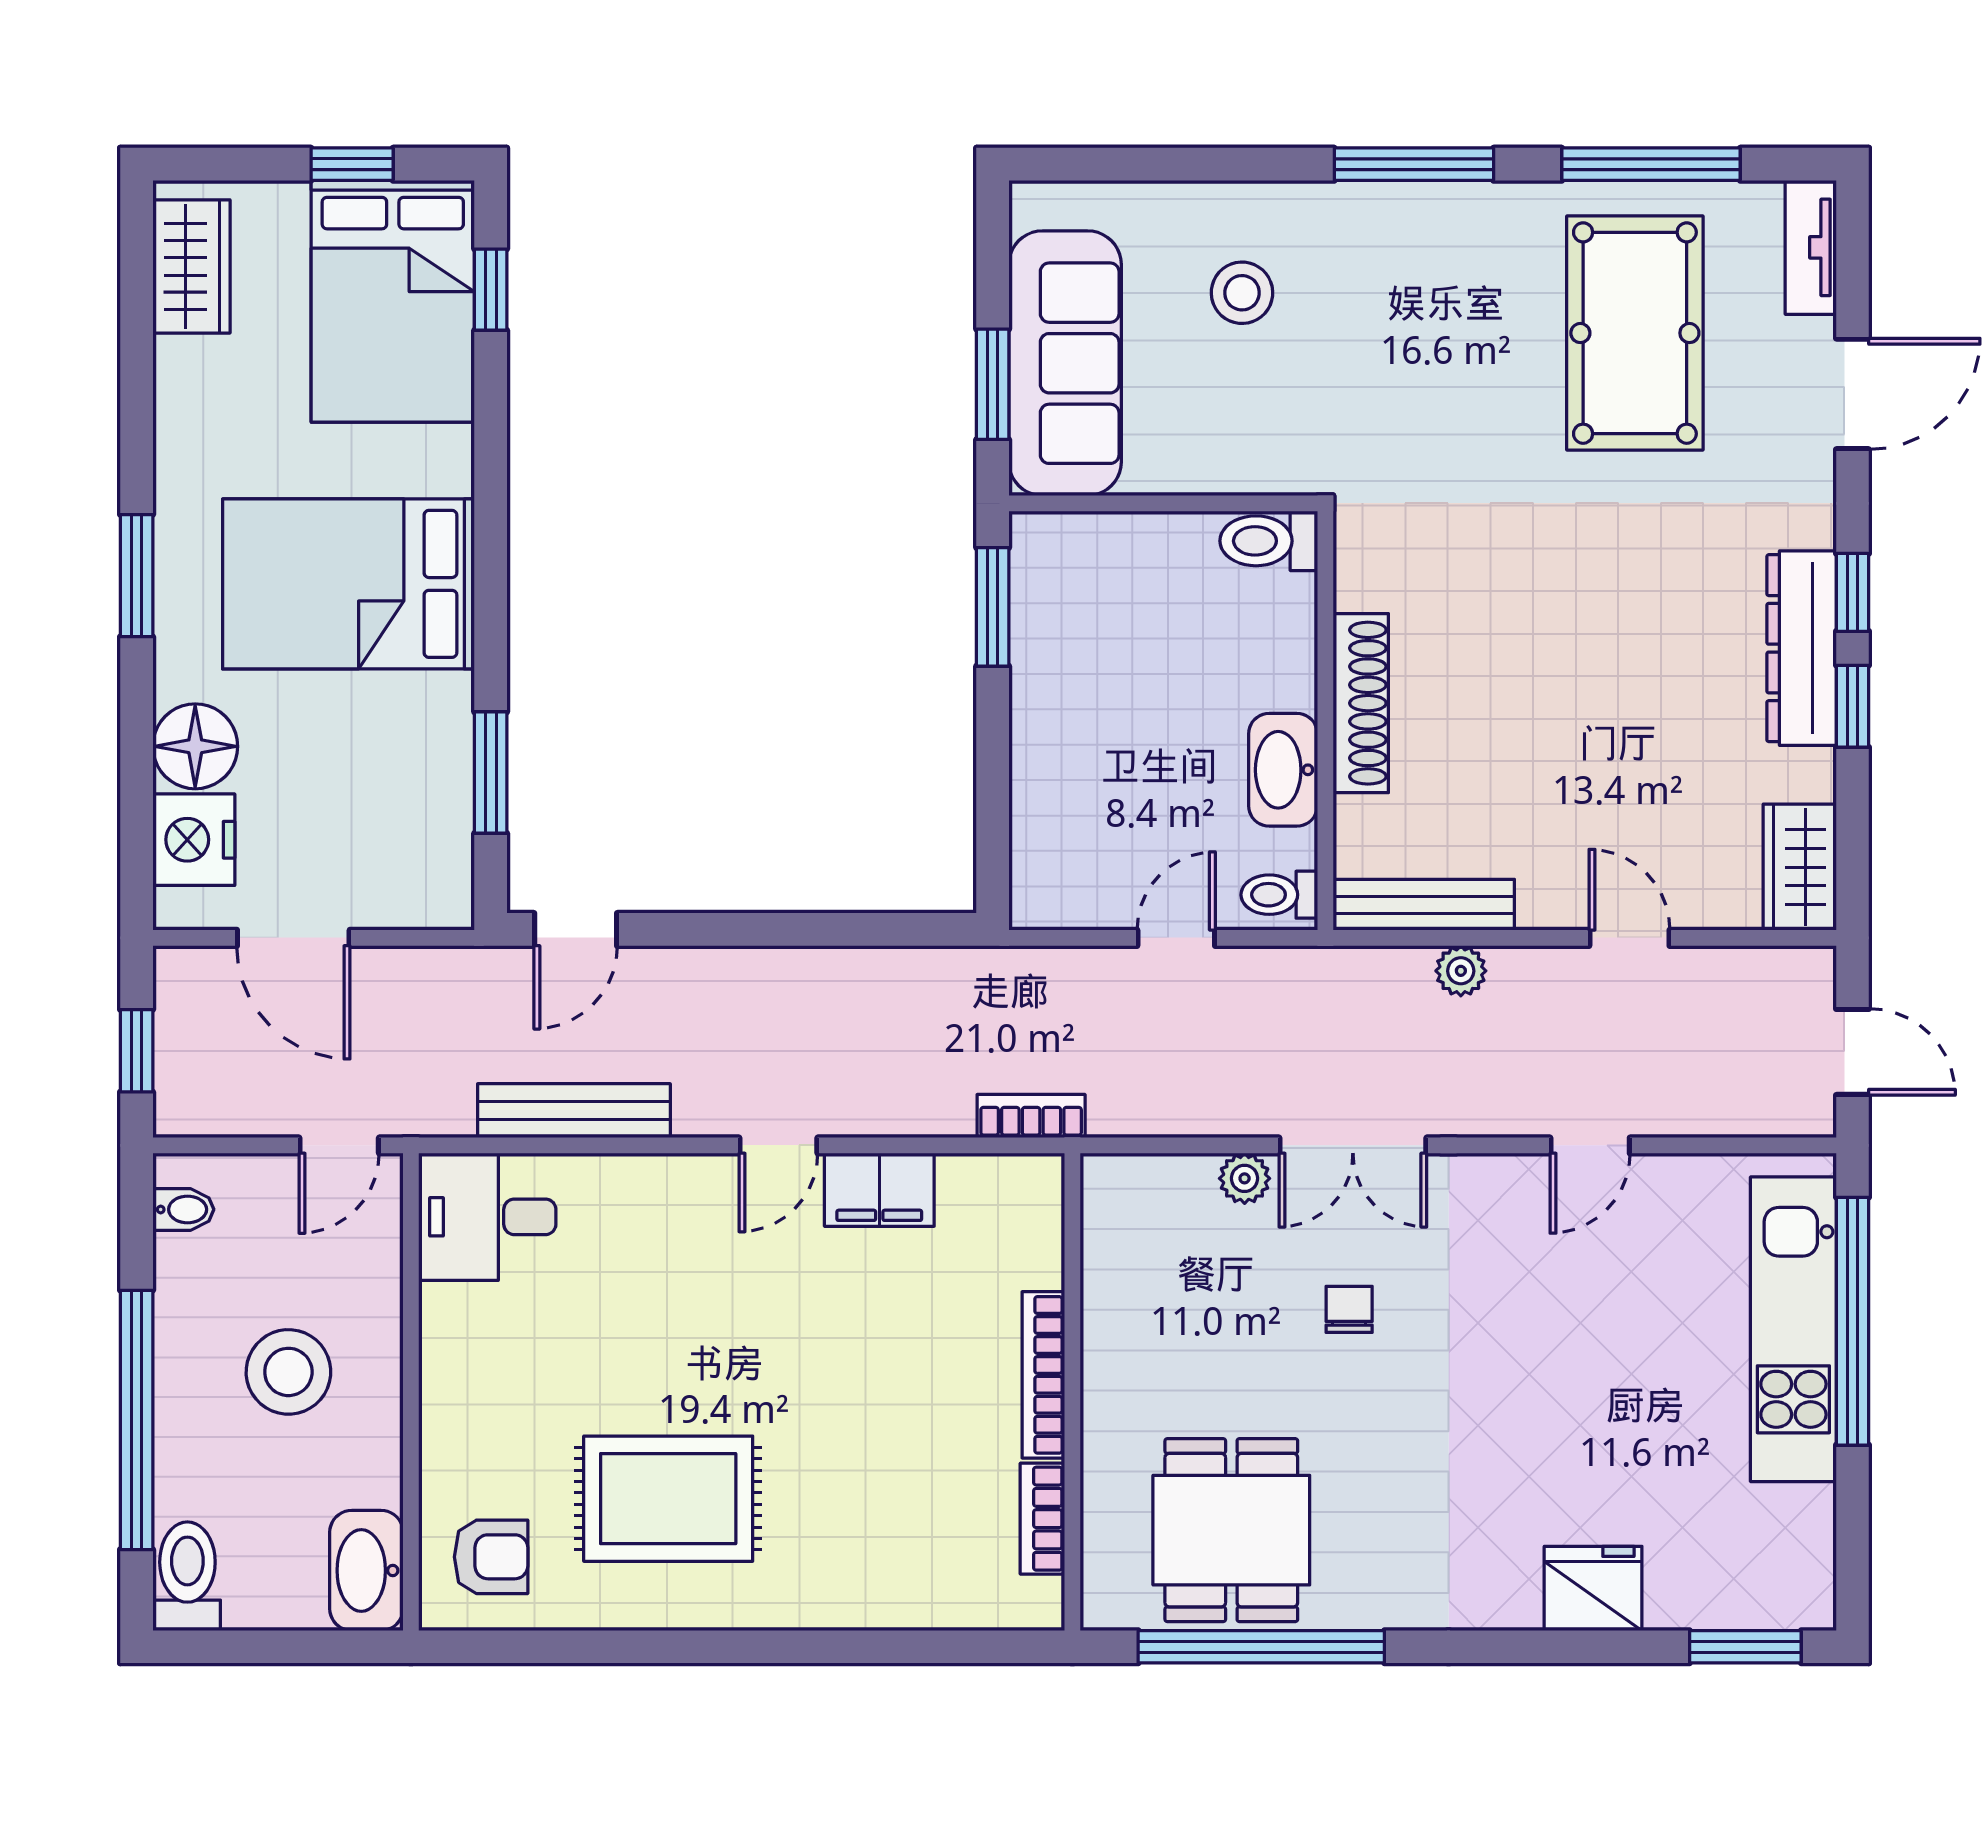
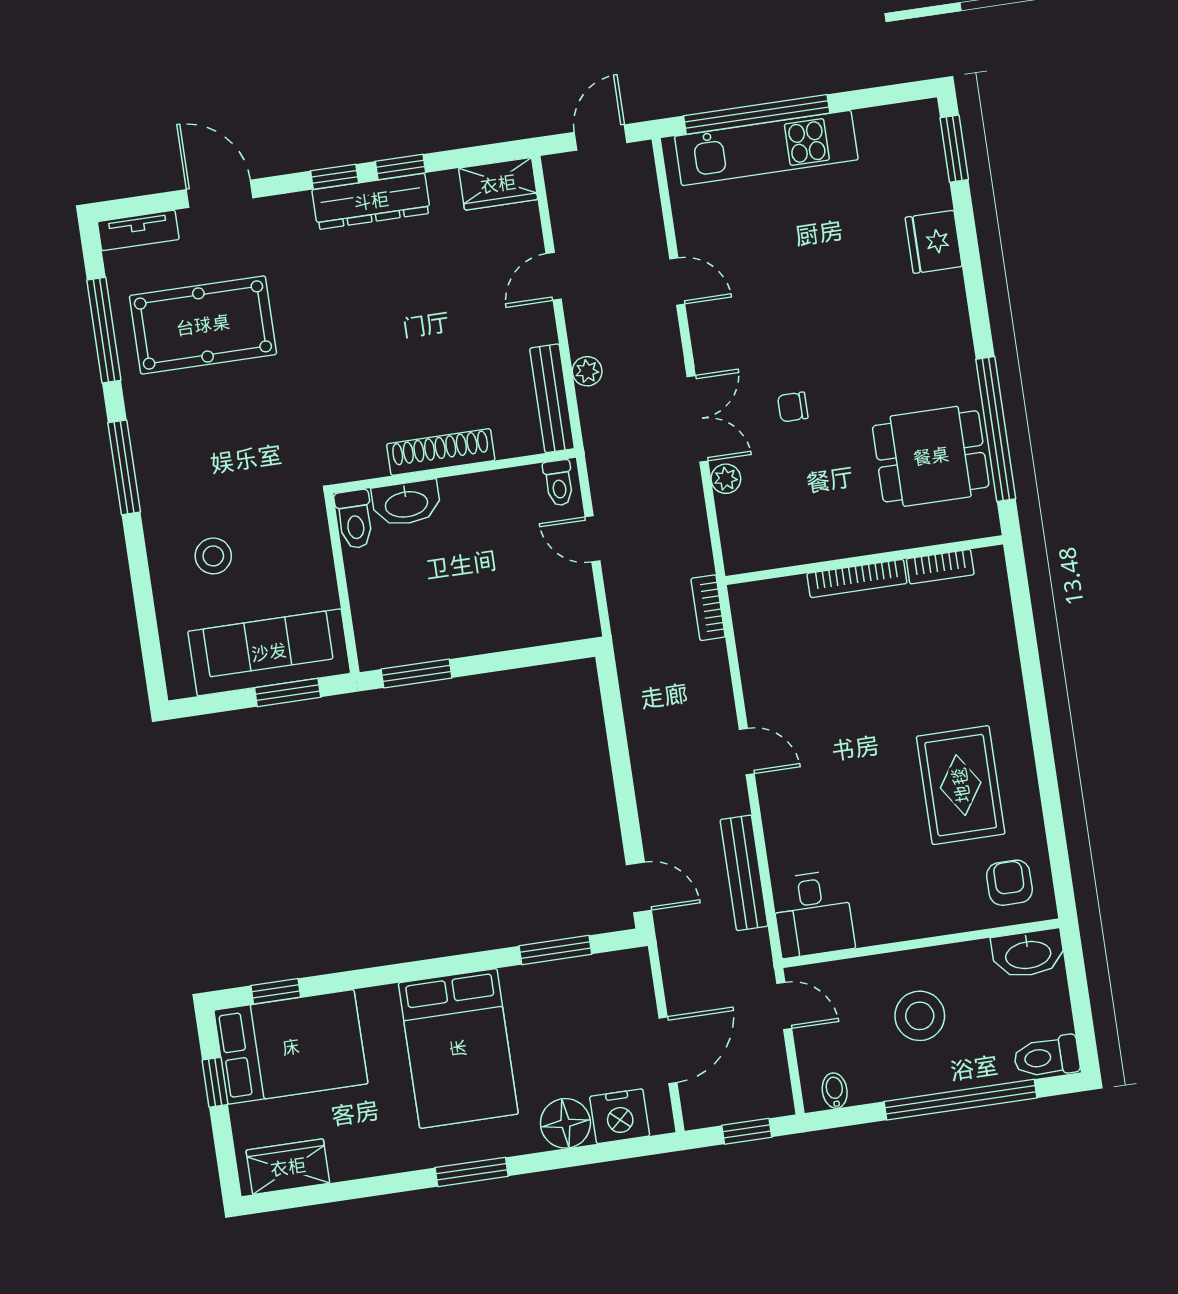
washbasin: (1283, 770) -> (406, 503), moved
filing cabinet: (879, 1190) -> (764, 689), removed

